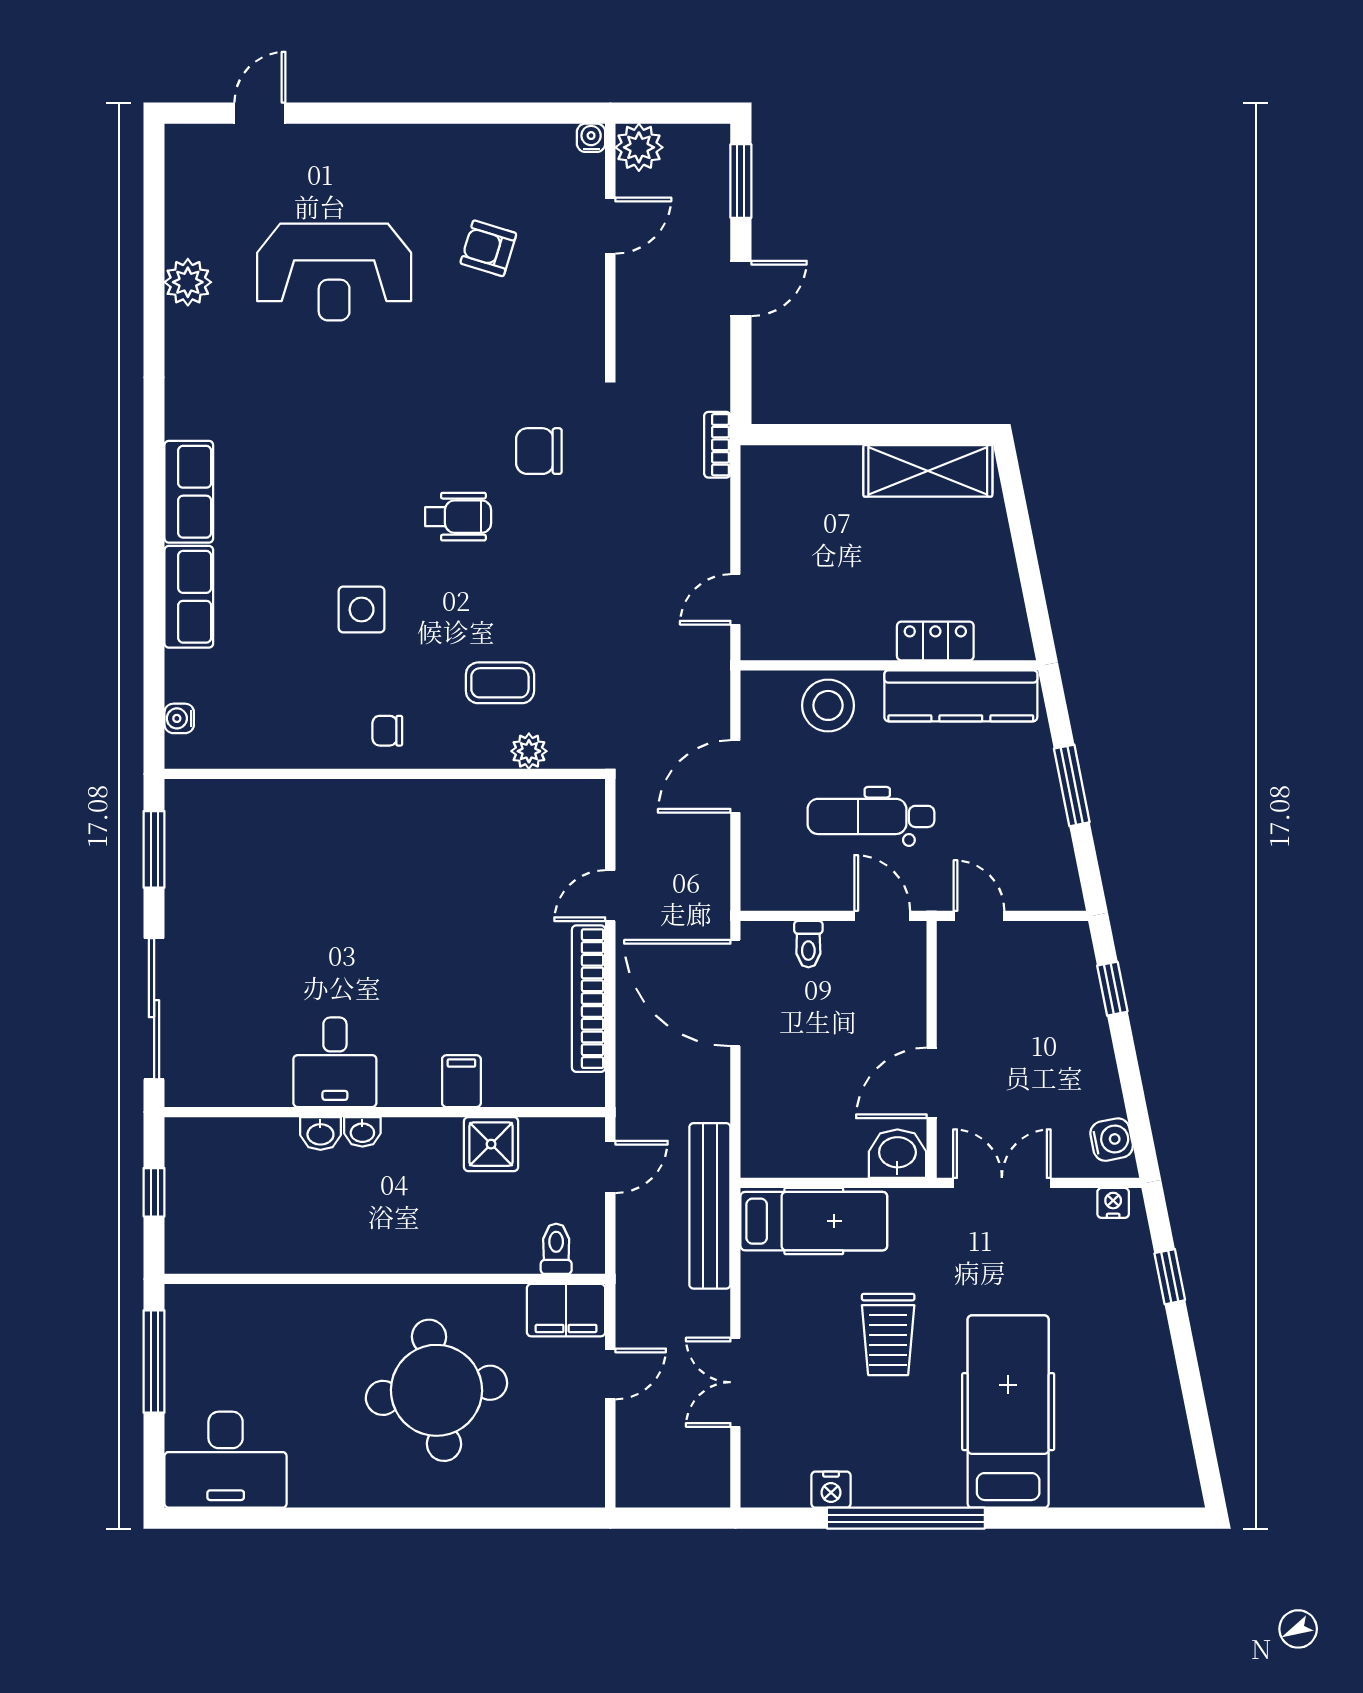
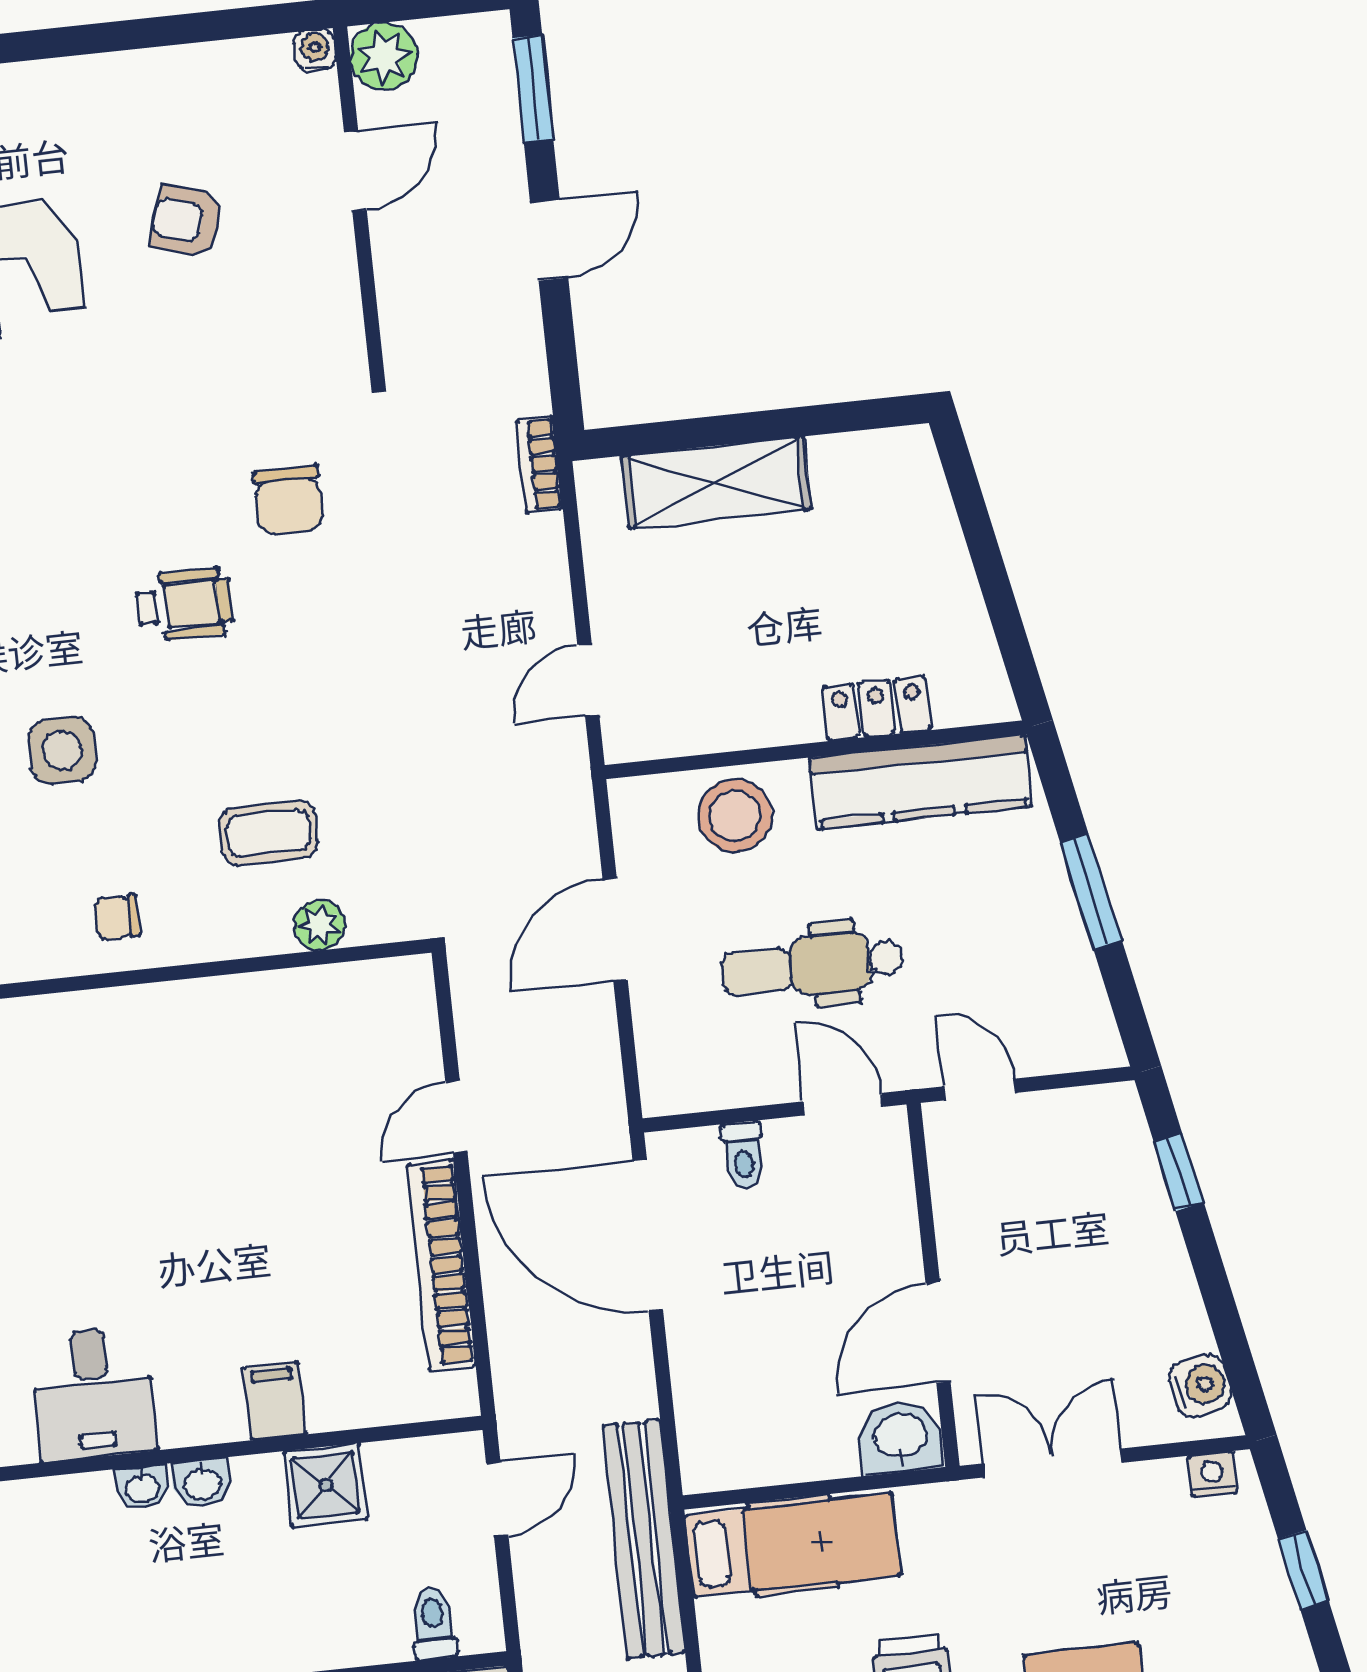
chair: (539, 451) -> (289, 500), turned -90
shelving: (928, 471) -> (716, 483), moved
washbasin: (320, 1133) -> (202, 1483), moved

